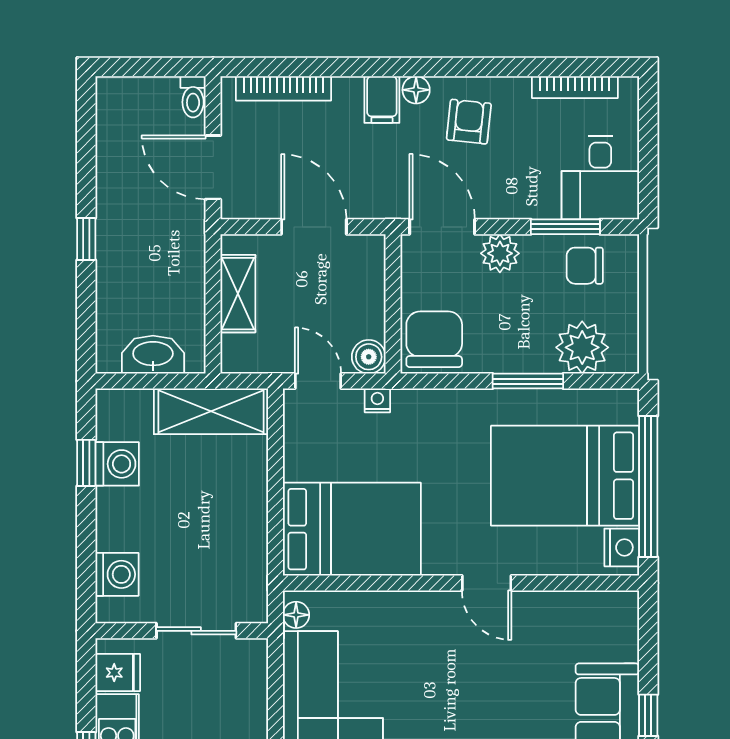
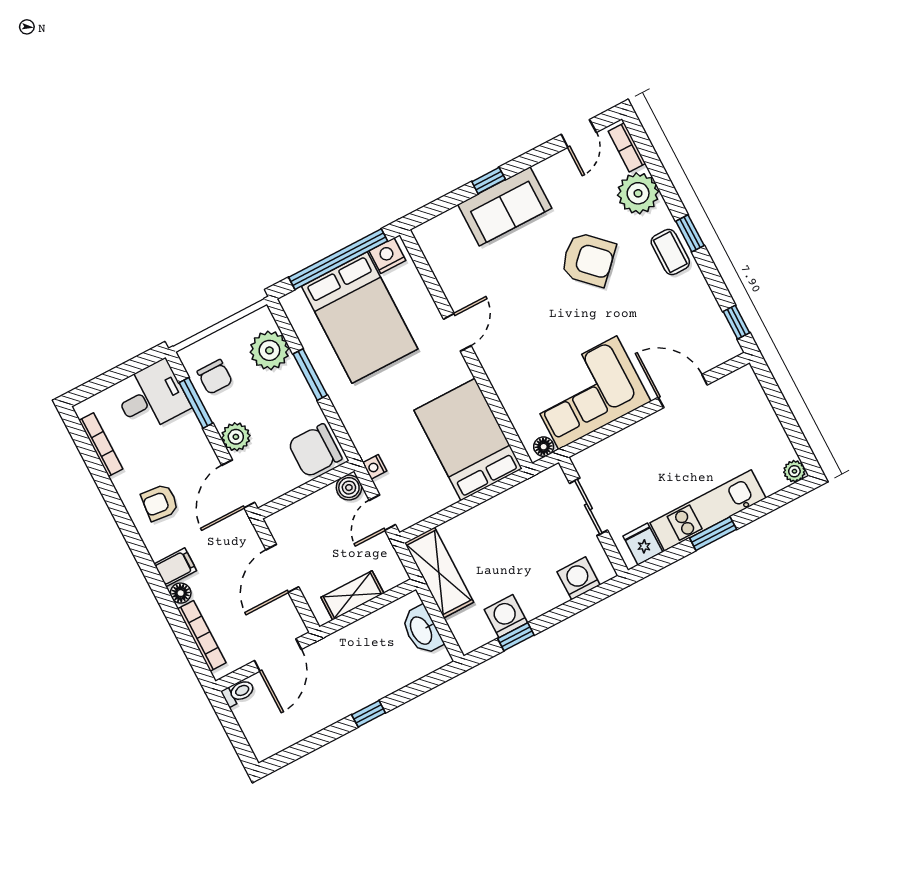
floor lamp: (416, 90) -> (181, 593), moved

